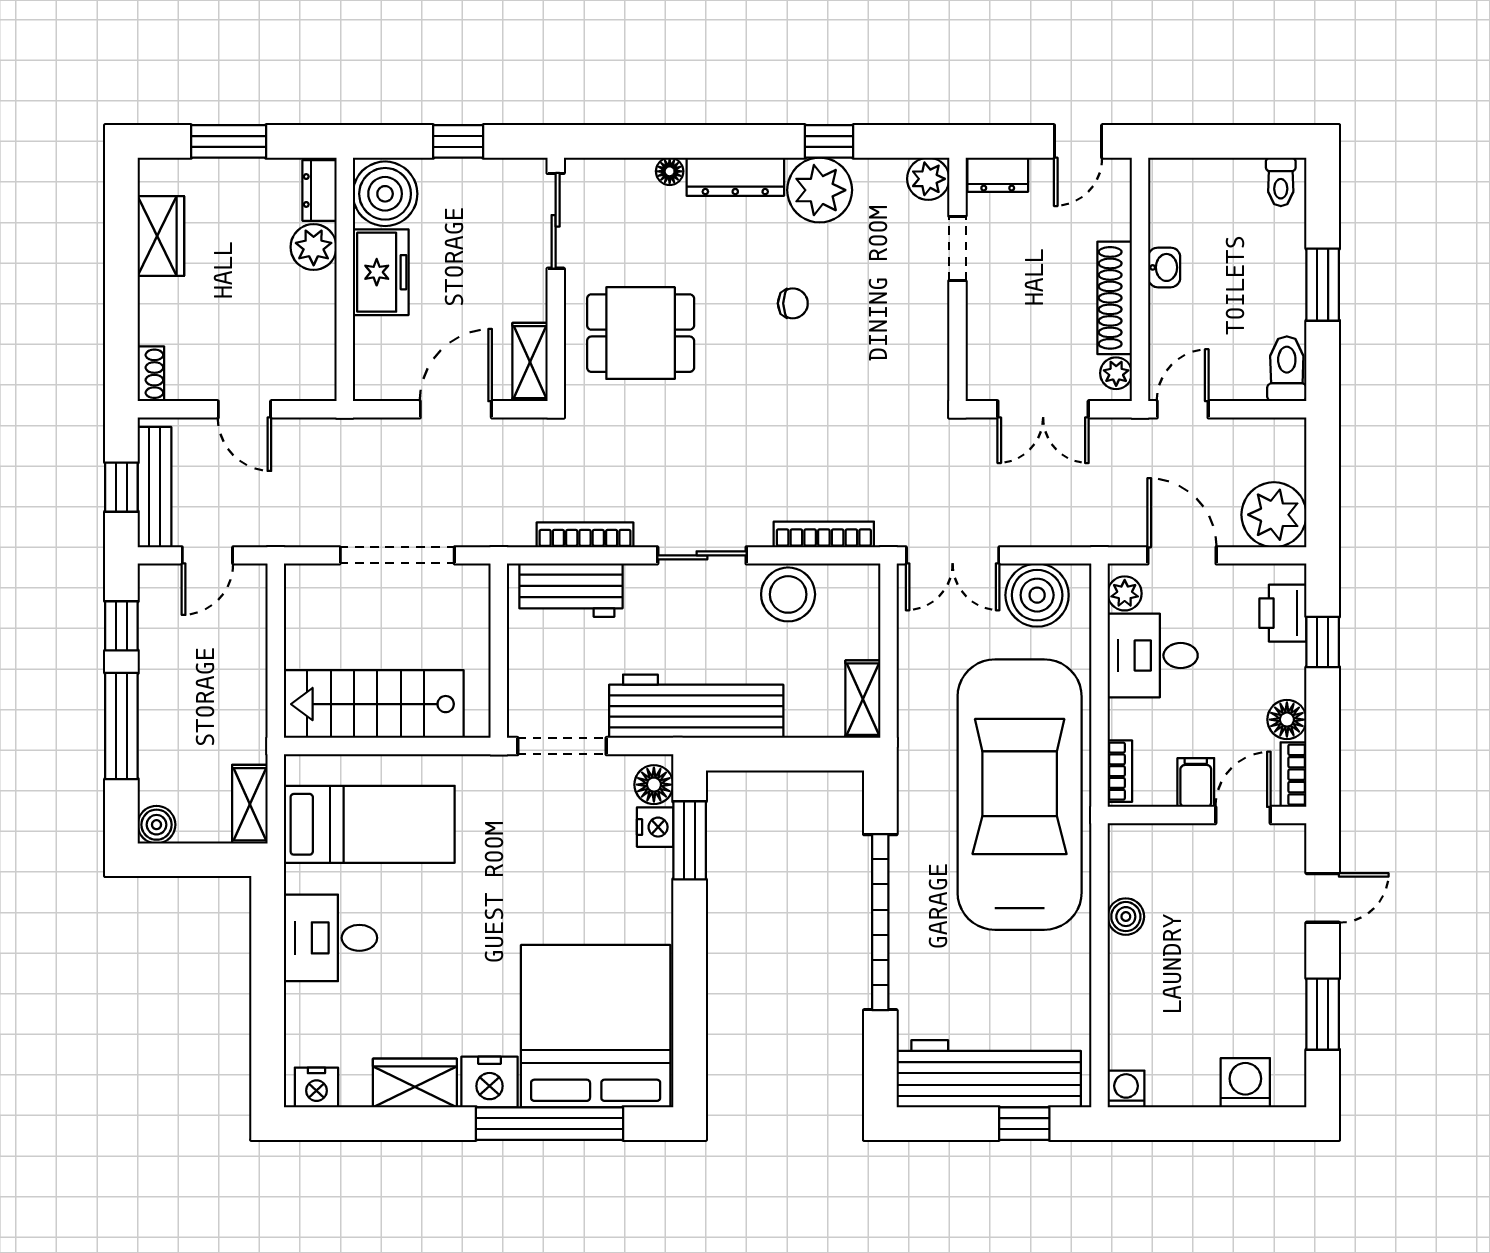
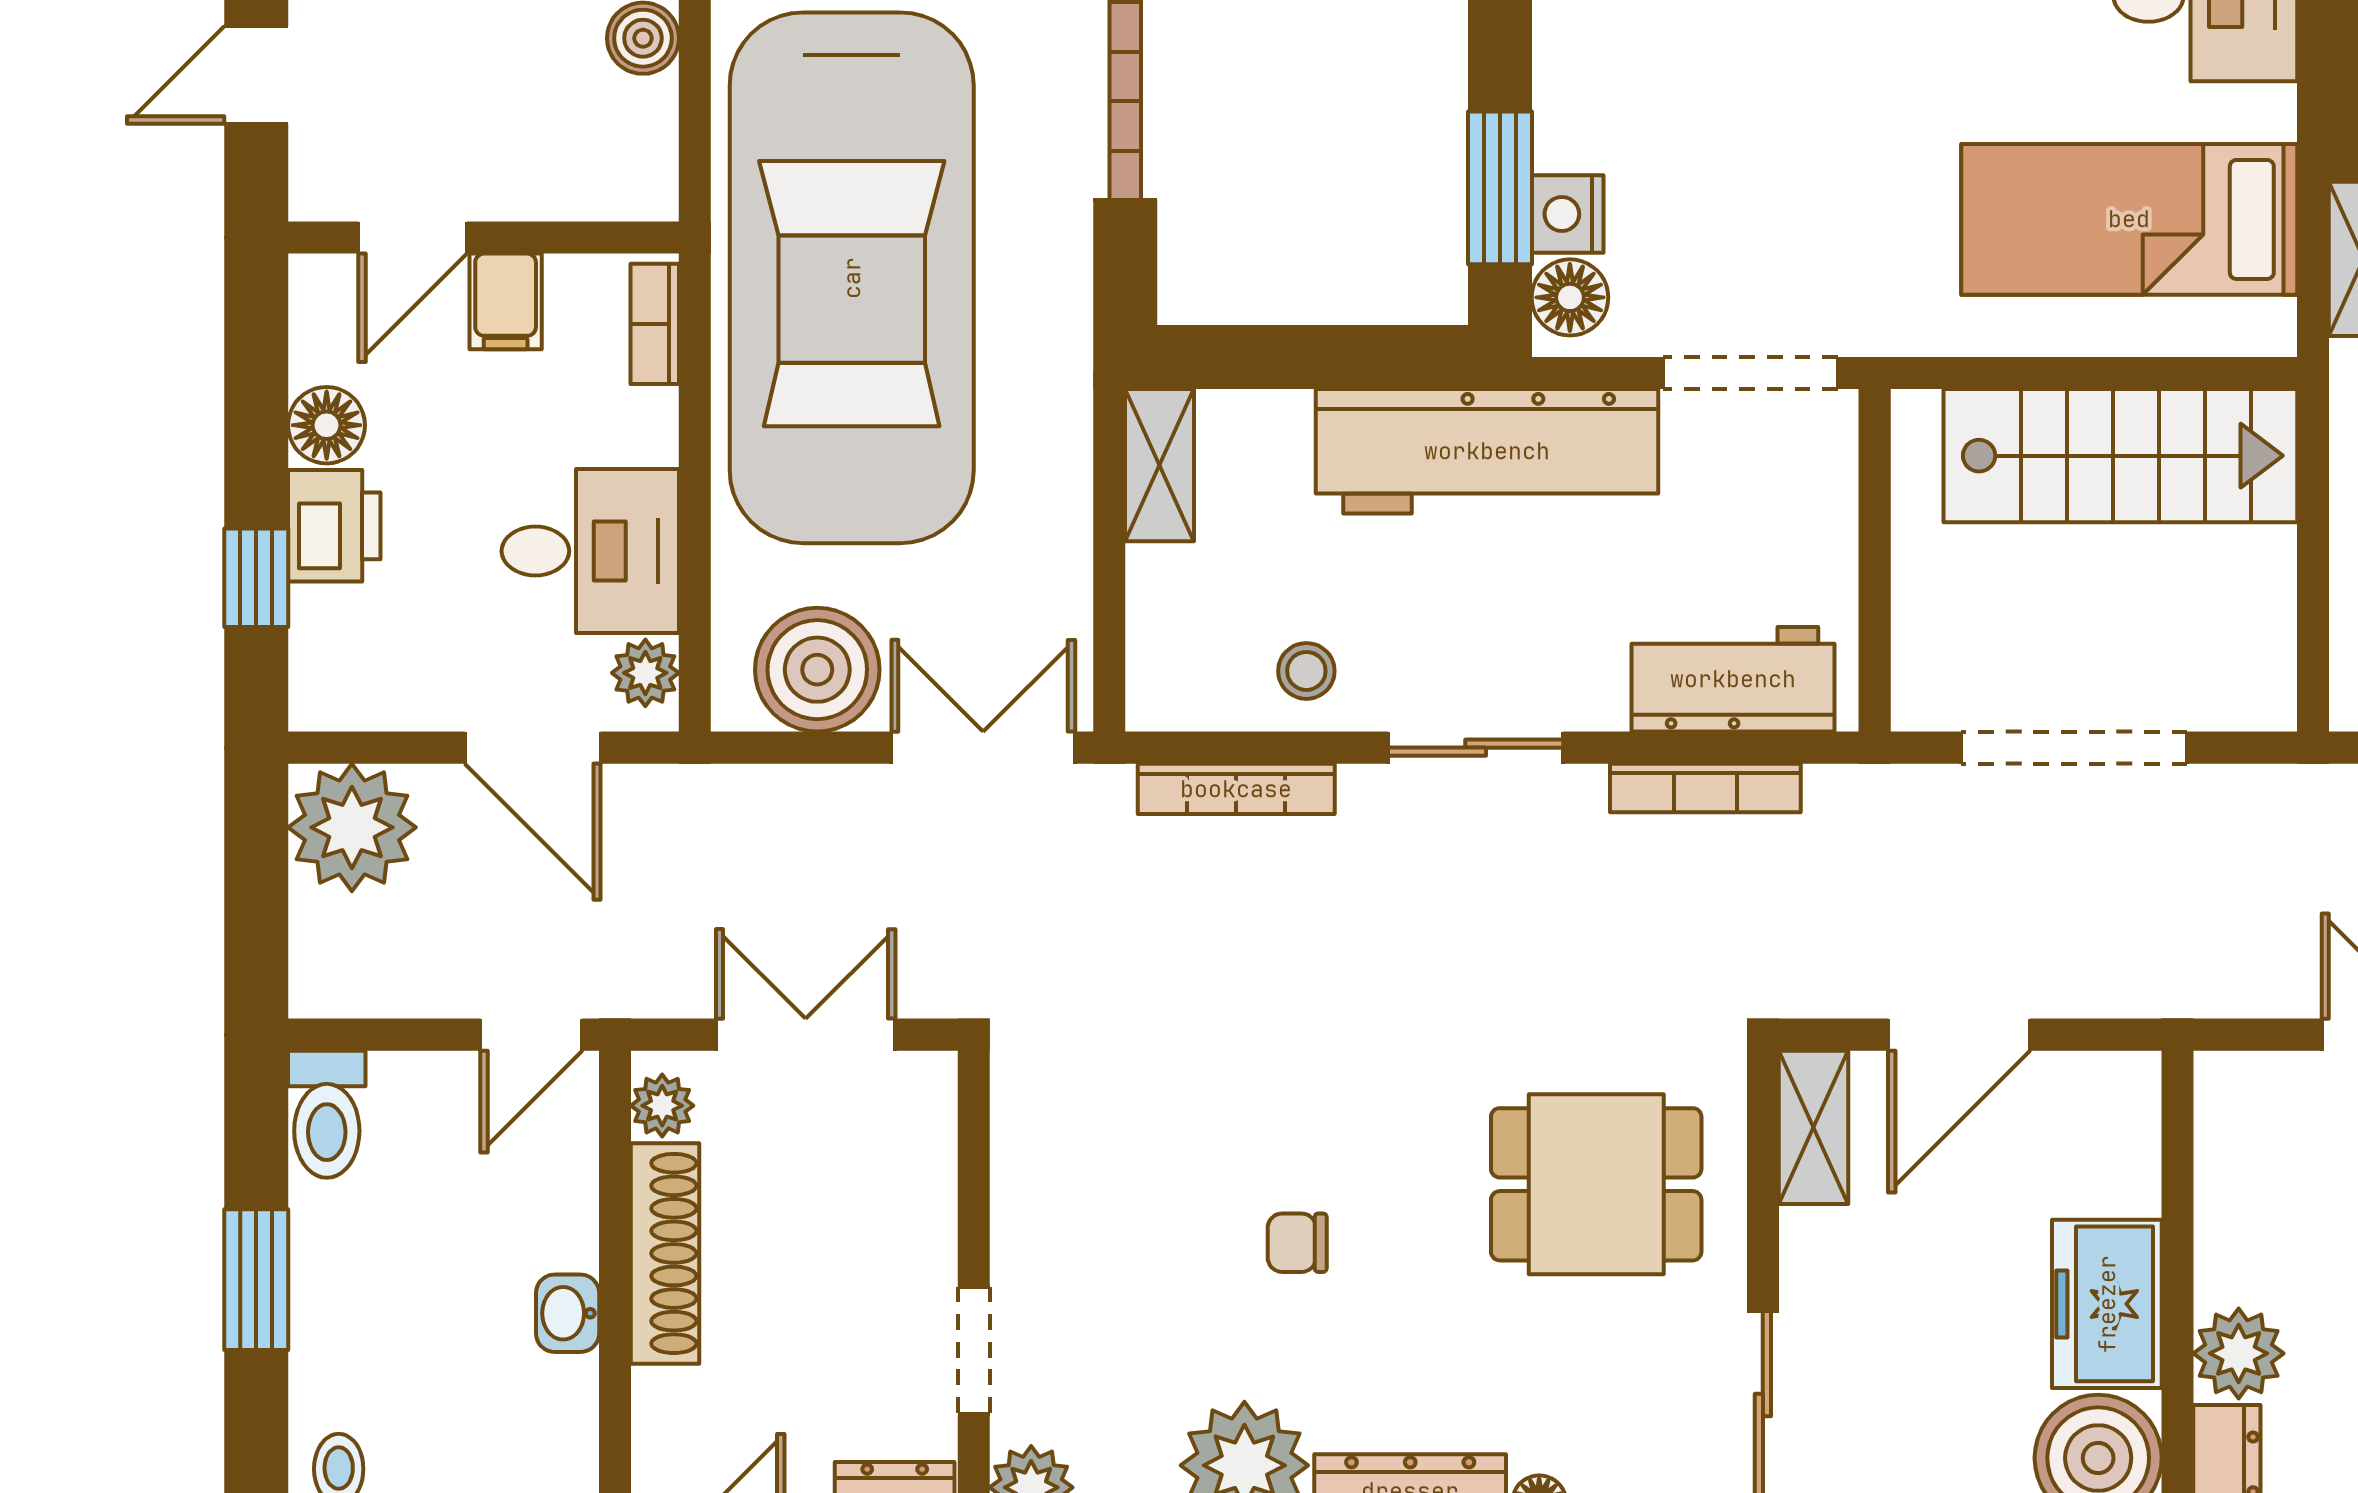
stool: (788, 594) -> (1306, 671), width x0.53, depth x0.53
printer: (1283, 613) -> (334, 526), moved
bookcase: (1294, 775) -> (314, 317), removed

